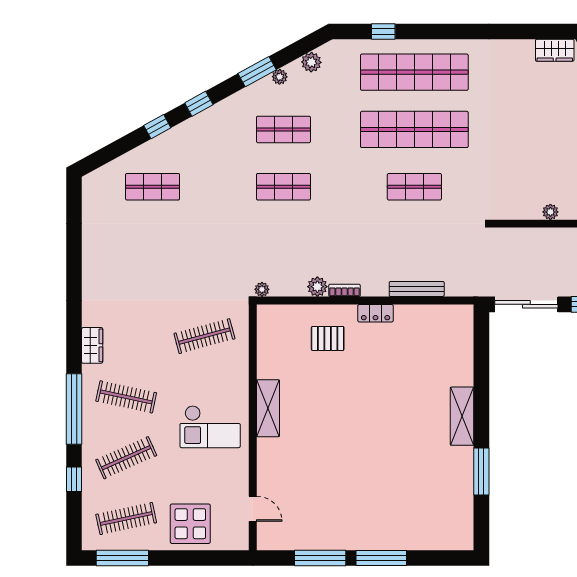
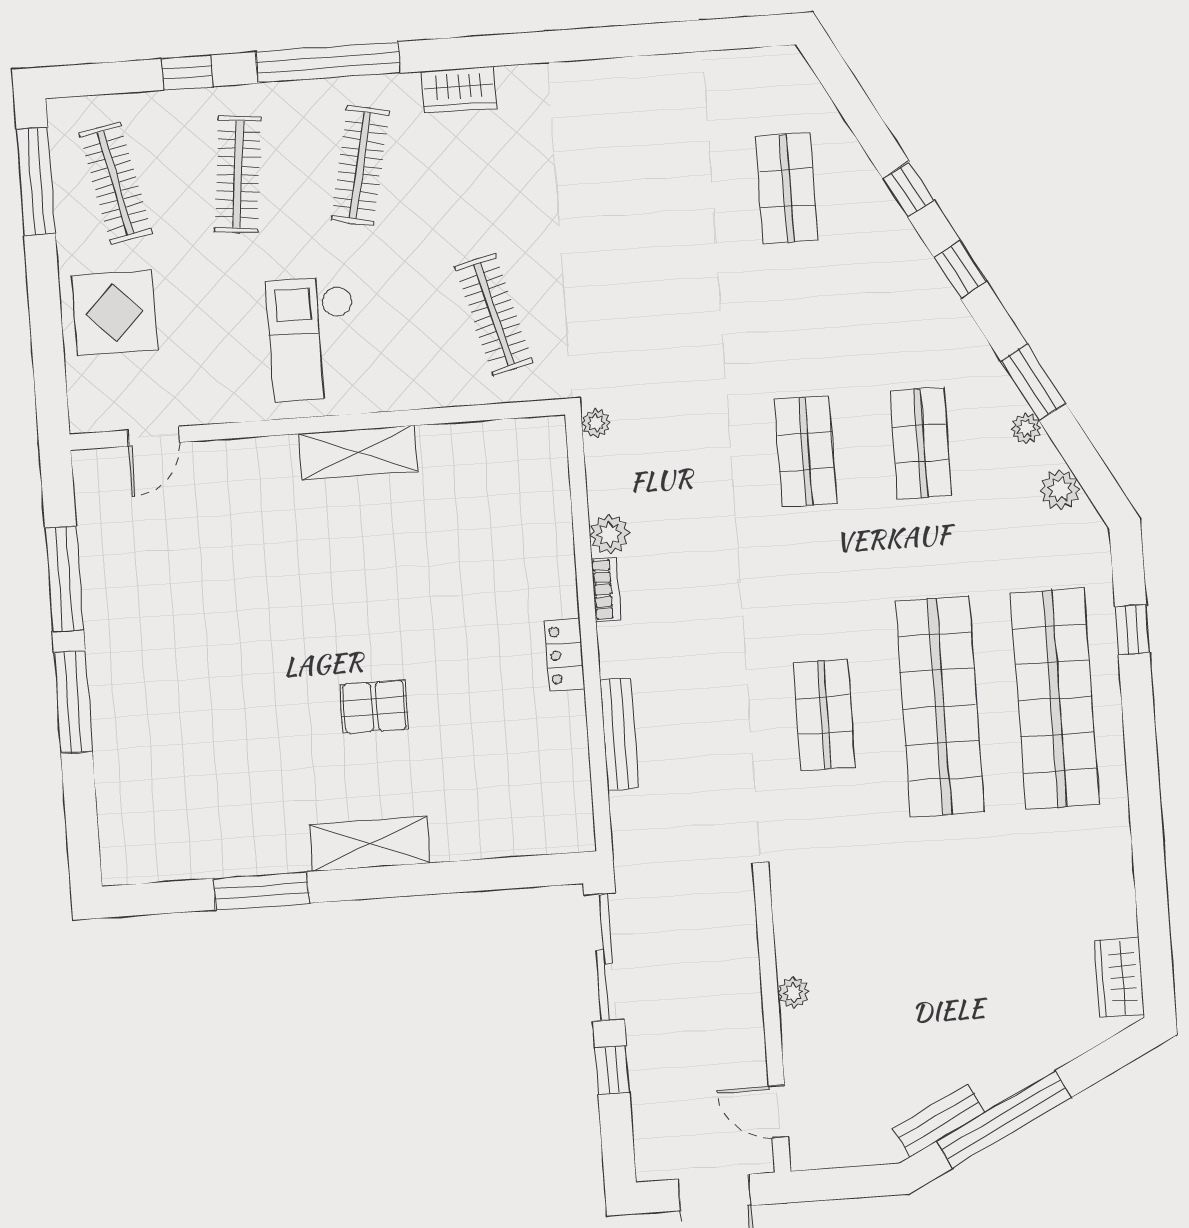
pallet: (328, 338) -> (374, 707), moved, turned 90
clothes rail: (126, 458) -> (238, 174), turned 30

